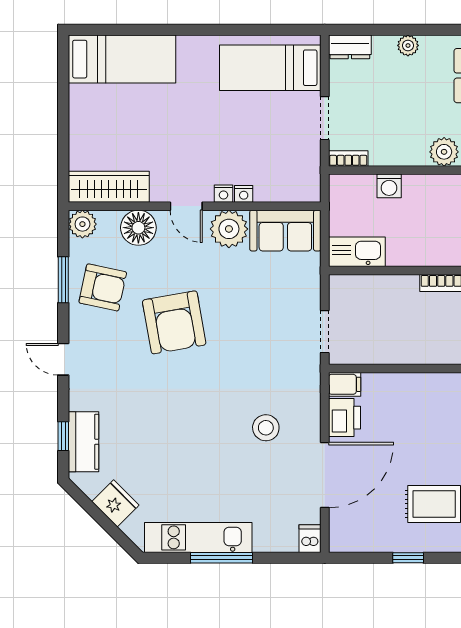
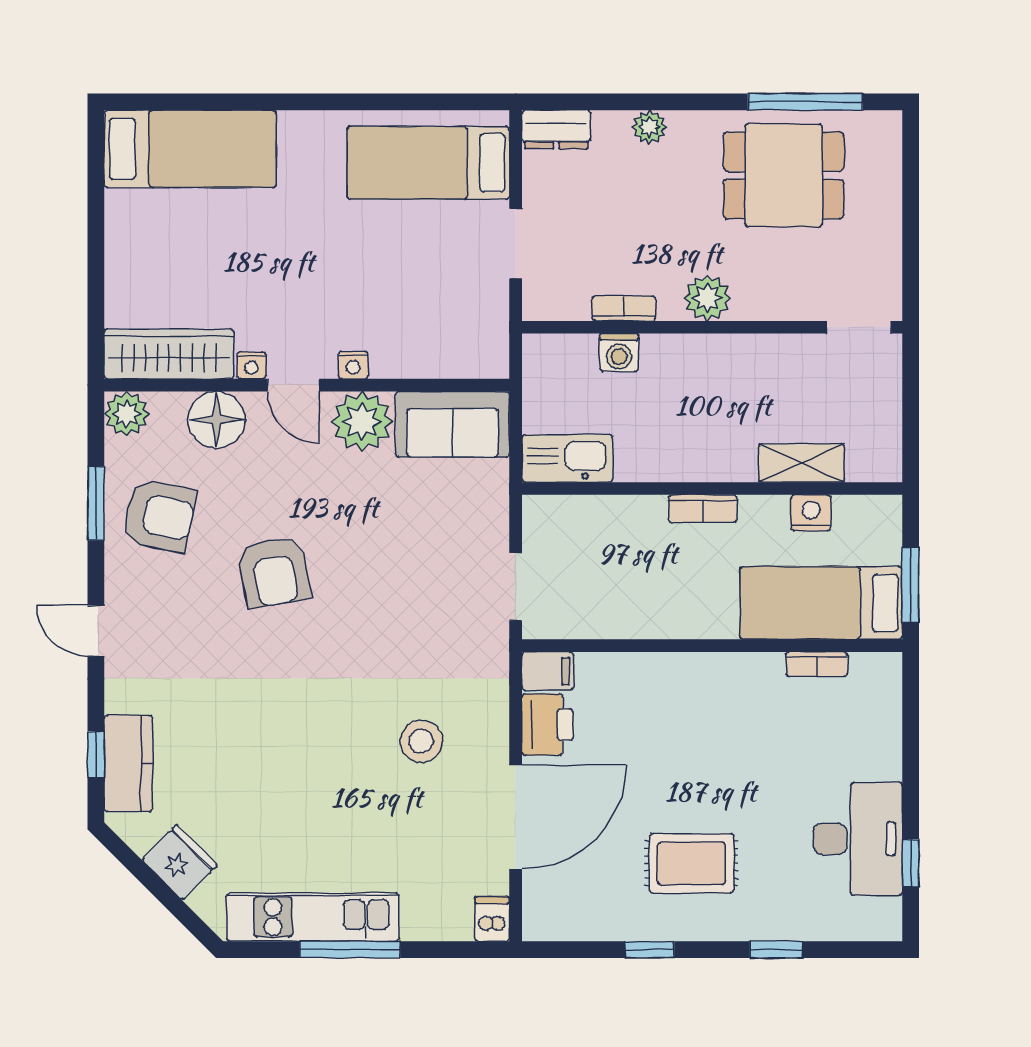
bookcase: (348, 158) -> (624, 308), moved
nightstand: (244, 194) -> (251, 365), moved
armchair: (174, 322) -> (274, 572), width x0.73, depth x0.73

